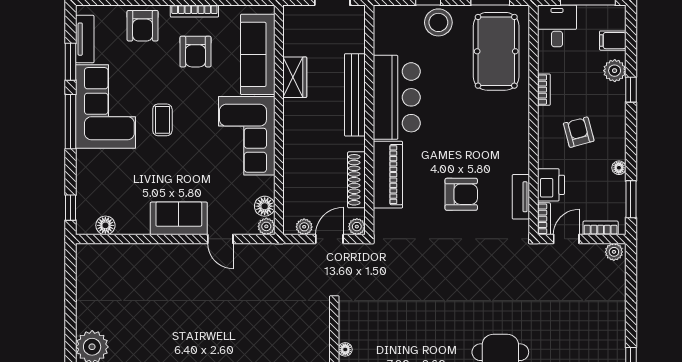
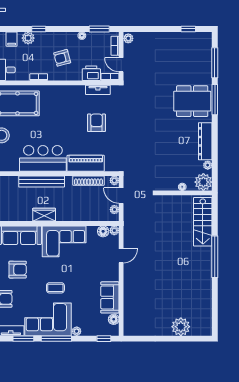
wardrobe: (295, 77) -> (44, 215), moved
plant: (84, 158) -> (77, 331), added
sofa: (179, 218) -> (110, 297), moved

